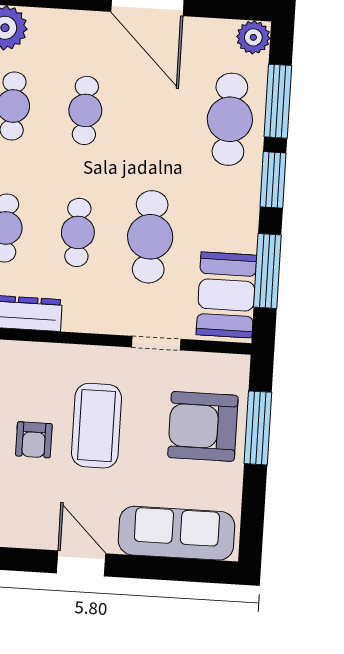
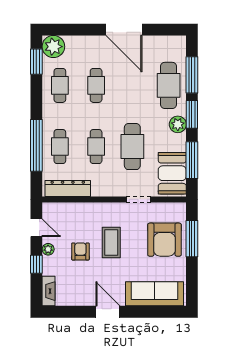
plant: (253, 37) -> (178, 124), moved
coffee table: (97, 426) -> (111, 242), width x0.73, depth x0.76
armchair: (203, 426) -> (164, 240), turned -90
armchair: (34, 440) -> (80, 251), turned 180

